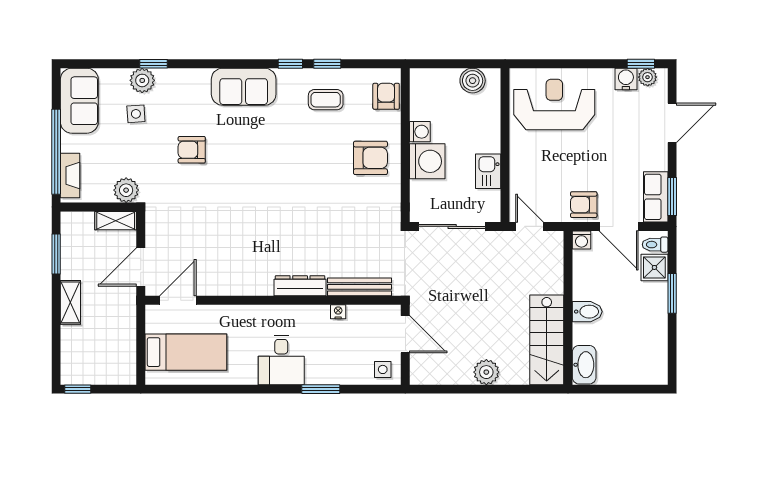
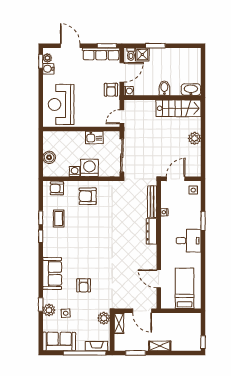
boiler: (473, 81) -> (49, 157), moved
sofa: (244, 87) -> (52, 273), moved
armchair: (370, 158) -> (88, 196), turned -90
row of seats: (656, 197) -> (101, 54), width x1.48
door: (178, 300) -> (159, 279), moved

